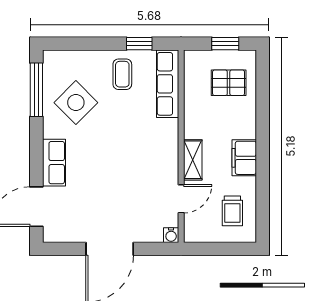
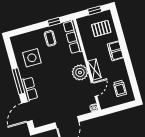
window: (36, 90) -> (18, 81), moved
side table: (76, 103) -> (32, 58), turned 45
plant: (162, 158) -> (80, 72), added
filing cabinet: (244, 158) -> (115, 51), moved

